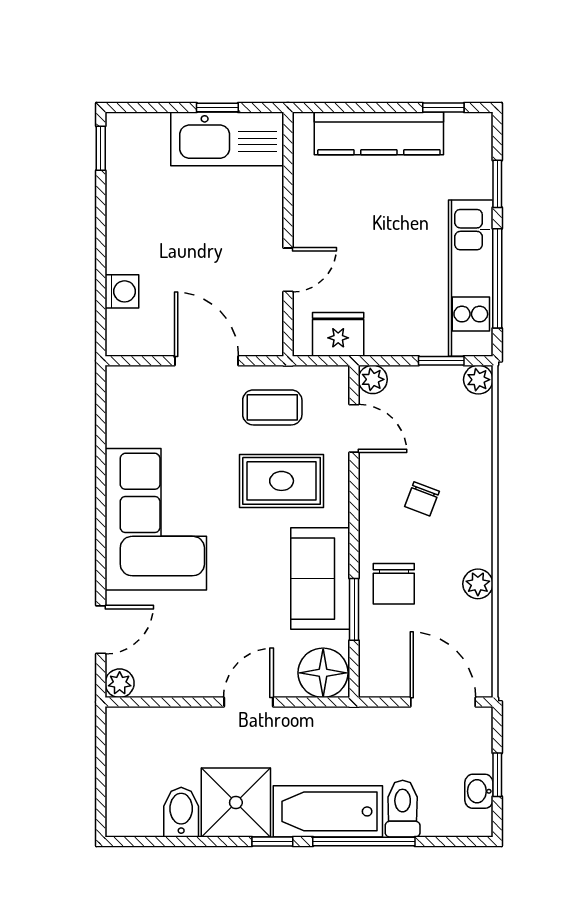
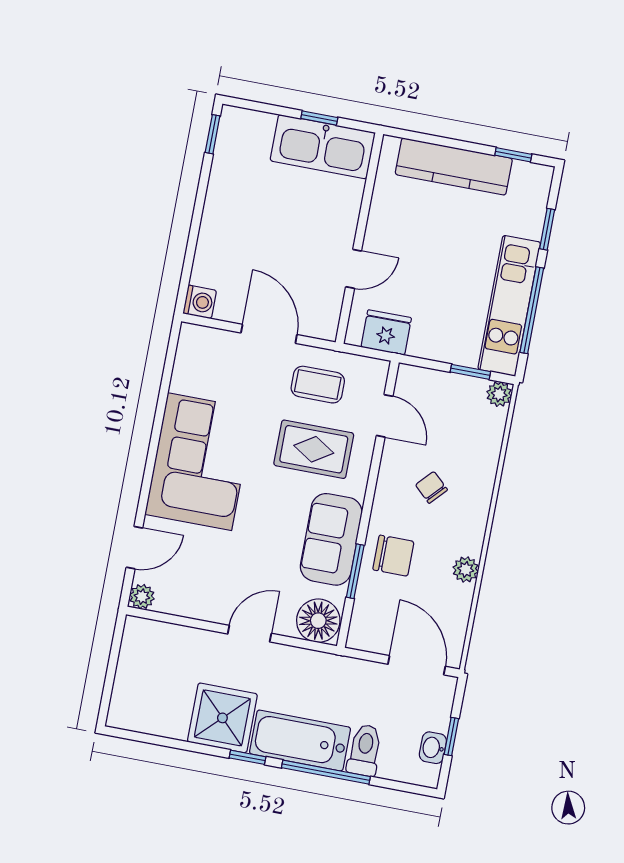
washing machine: (122, 291) -> (200, 302), moved
plant: (373, 379) -> (409, 377), removed
chair: (422, 499) -> (431, 487), turned 112
chair: (394, 584) -> (393, 556), turned -90
bidet: (181, 812) -> (174, 717), removed

